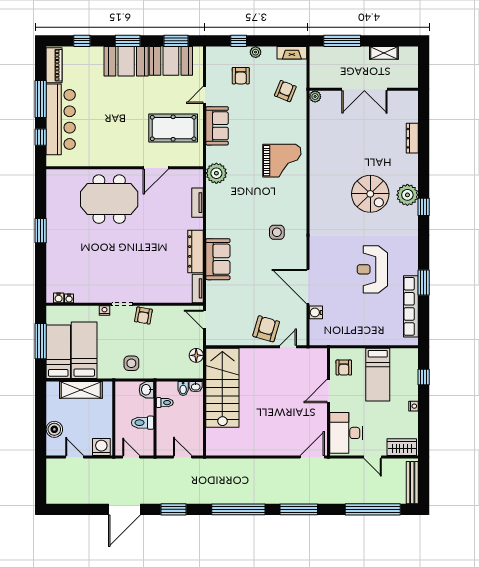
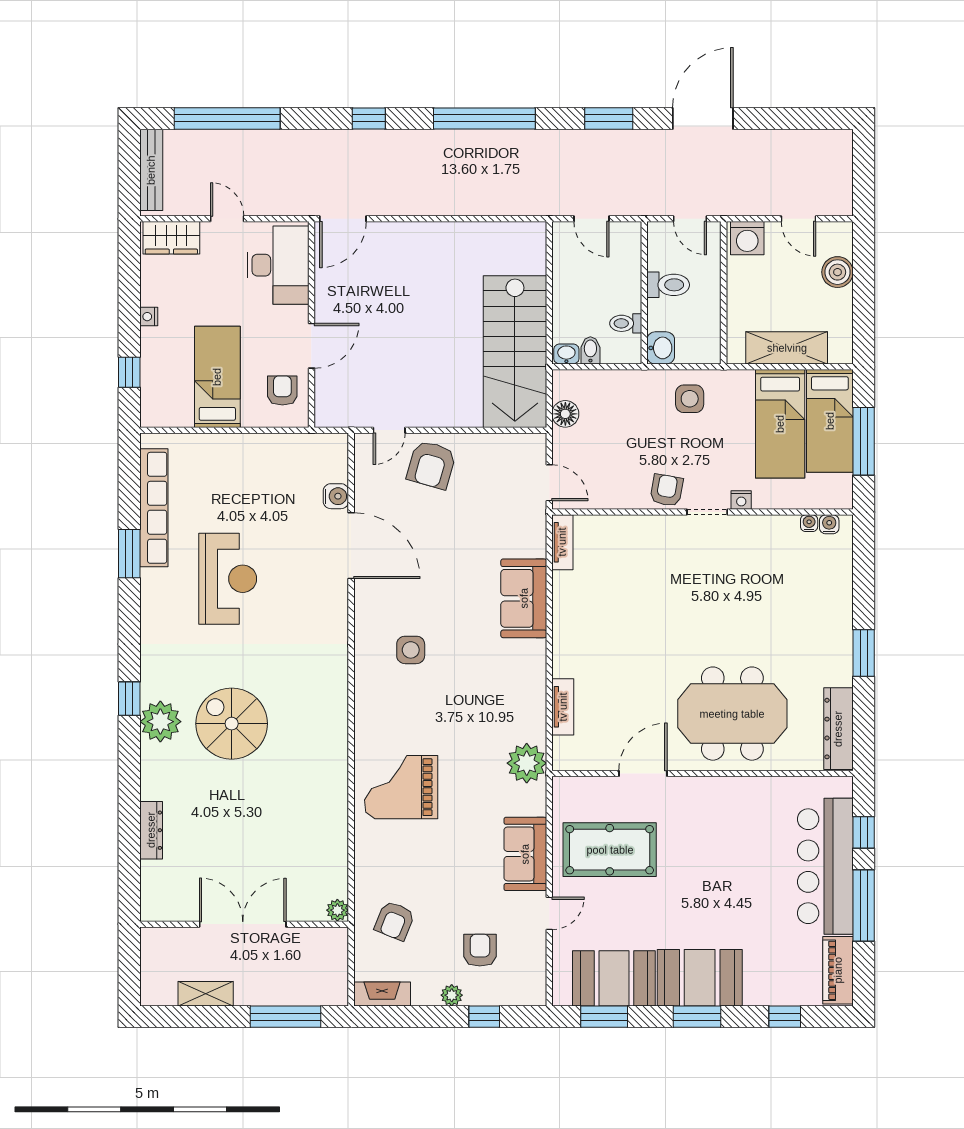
dresser: (196, 252) -> (838, 729), moved, turned 180
window: (299, 509) -> (369, 118), width x0.46

